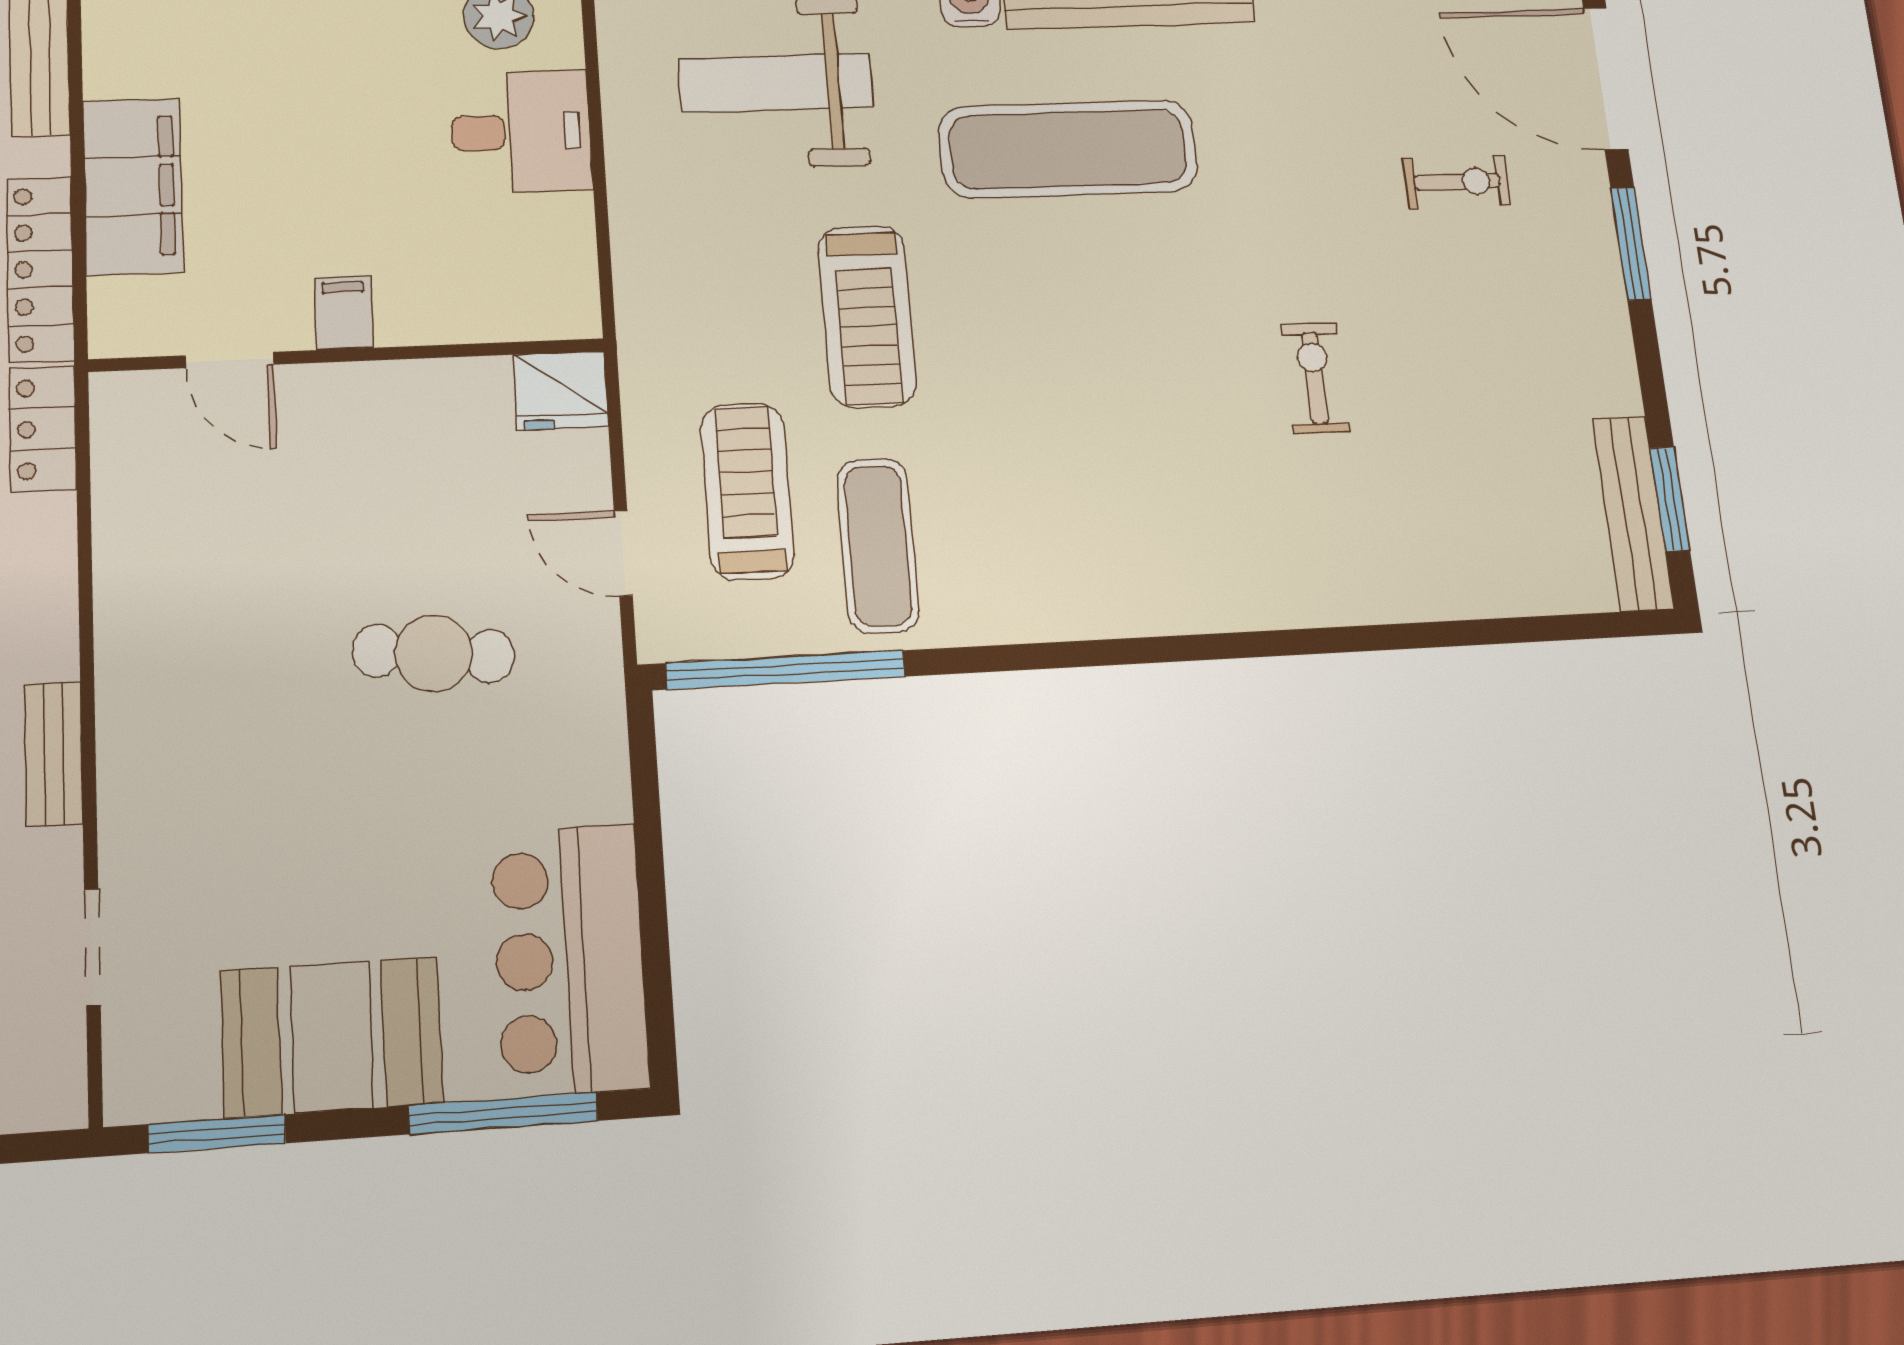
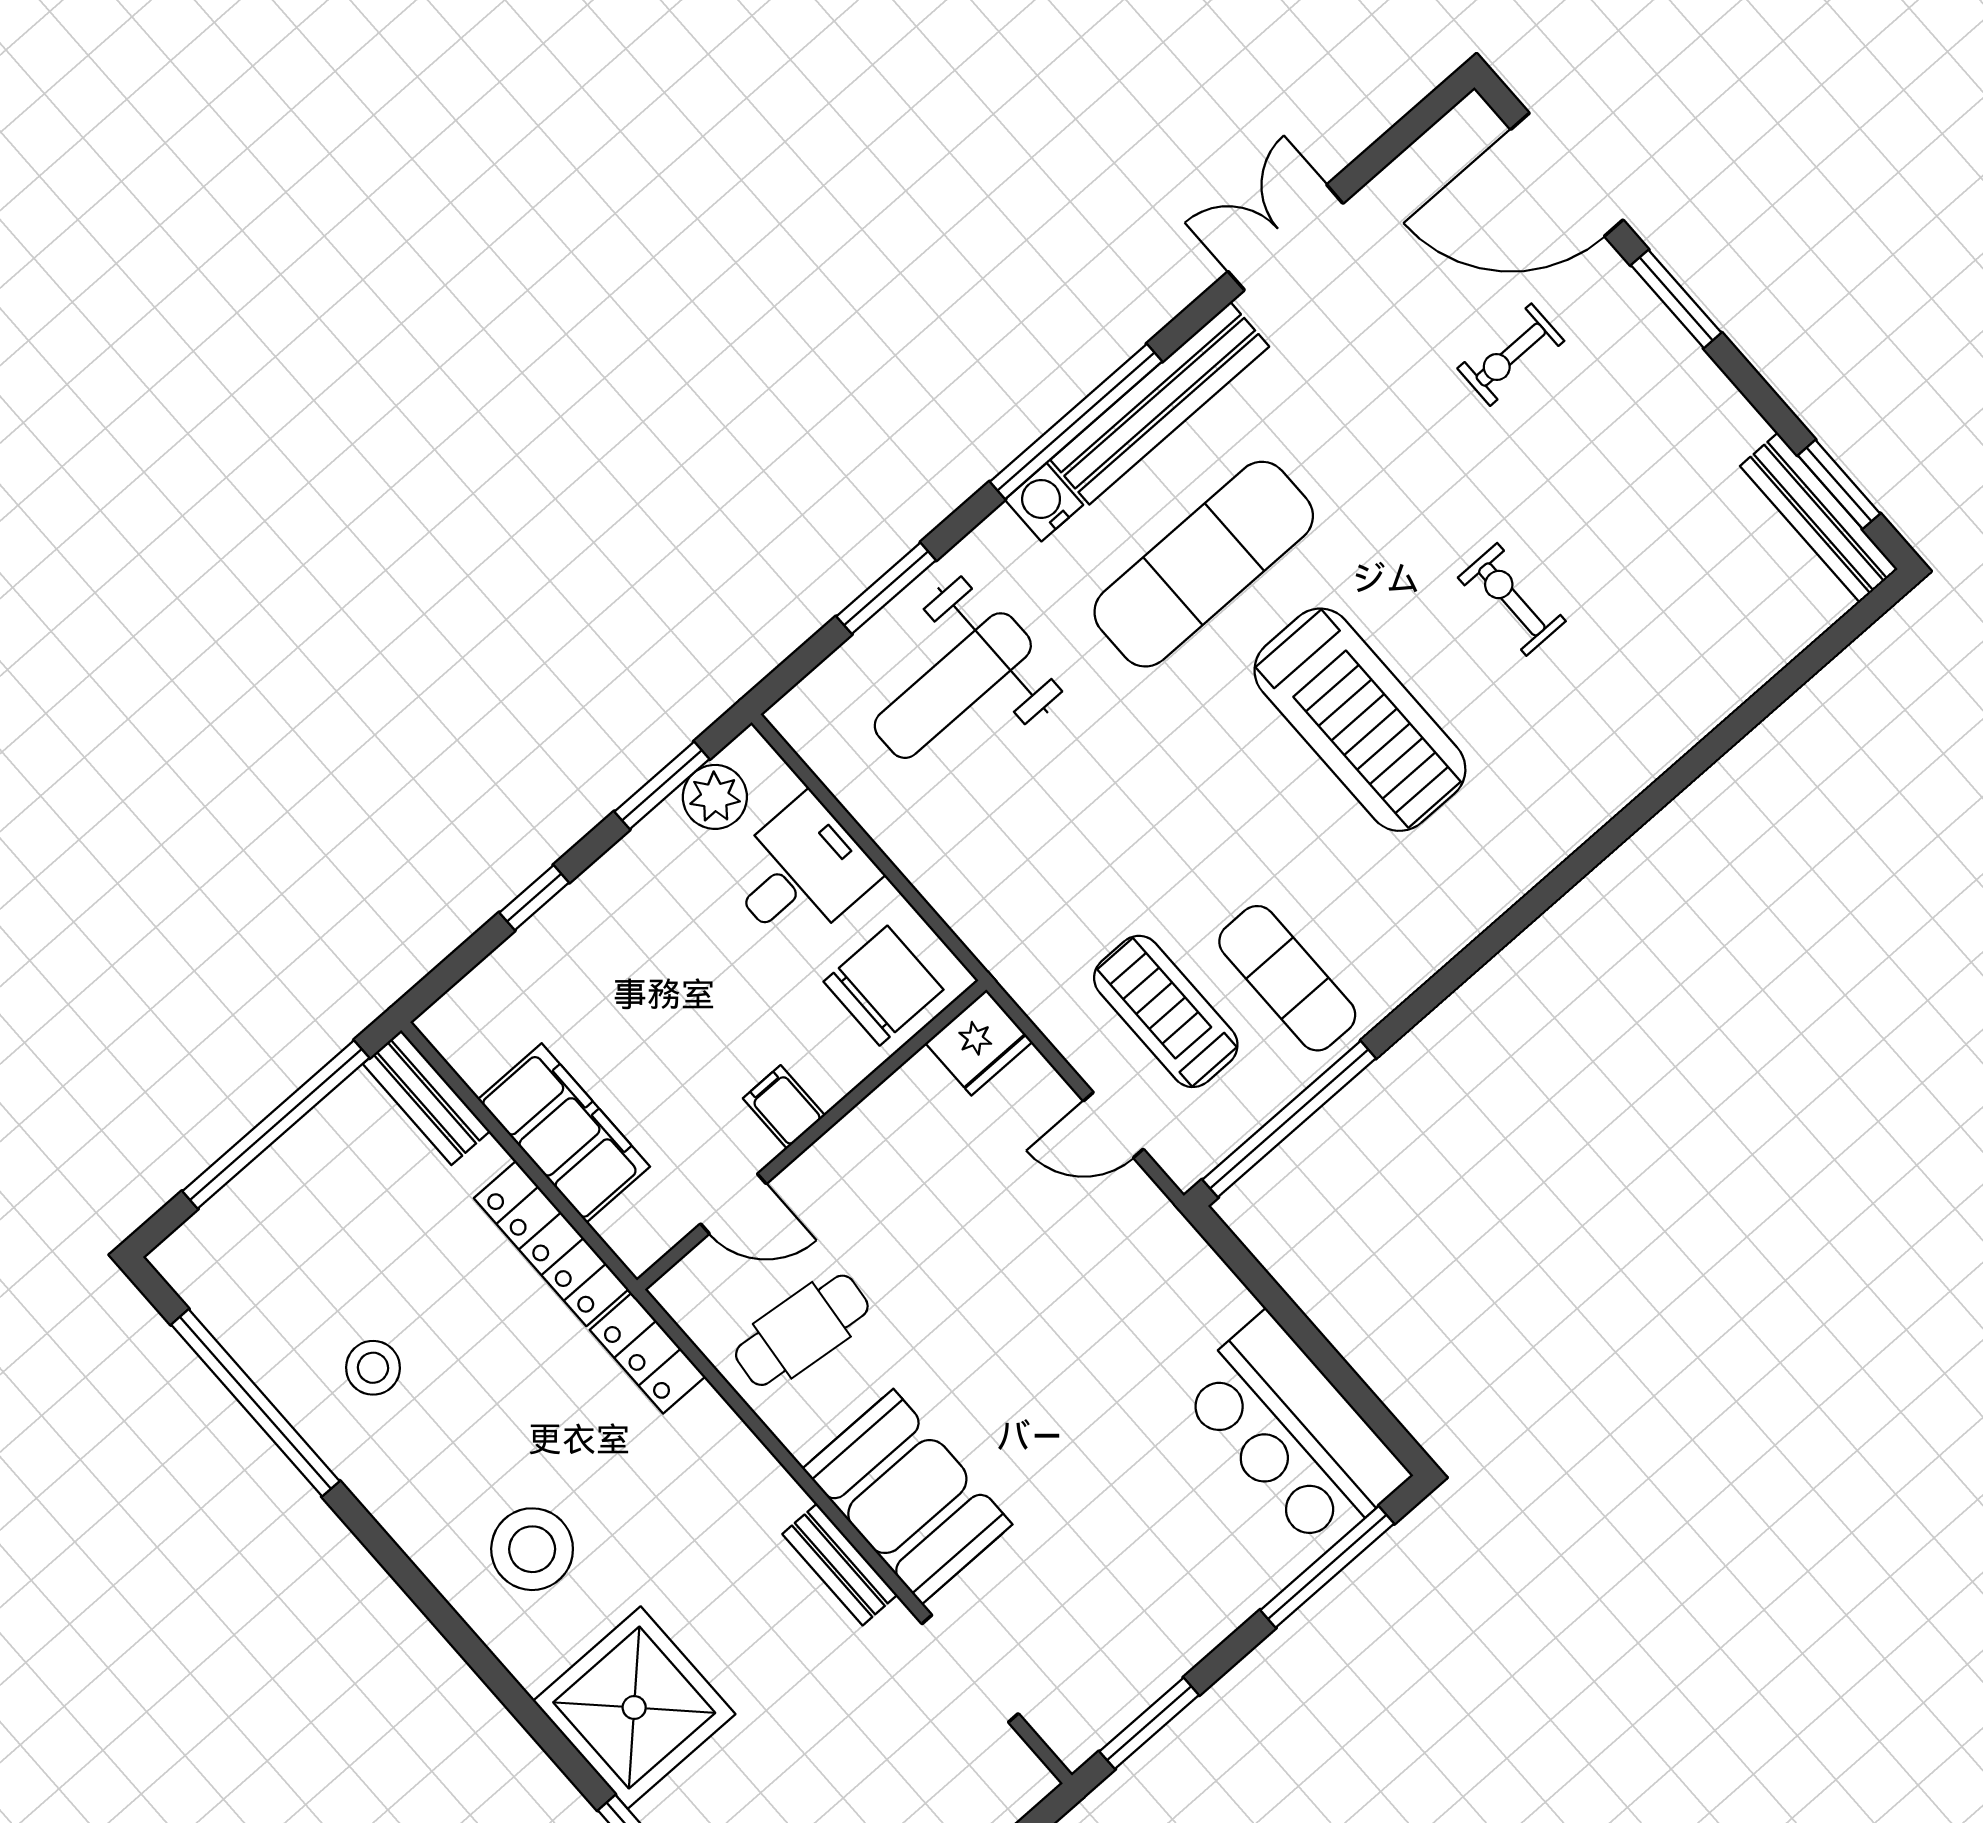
exercise bike: (1457, 182) -> (1511, 355), turned 180
chair: (516, 279) -> (883, 986), added
treadmill: (867, 316) -> (1360, 720), moved, width x1.37, depth x1.38
cafe table: (434, 654) -> (802, 1330), moved
doorway: (92, 947) -> (970, 1669), width x1.38
booth: (332, 1037) -> (907, 1497), moved, turned 90

